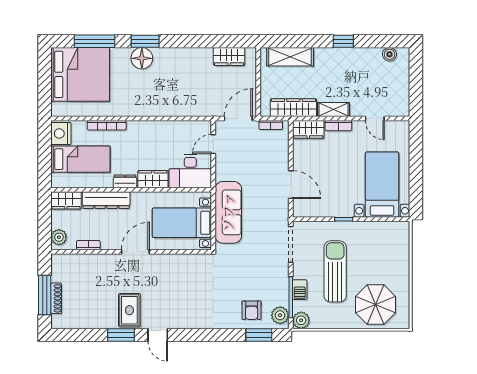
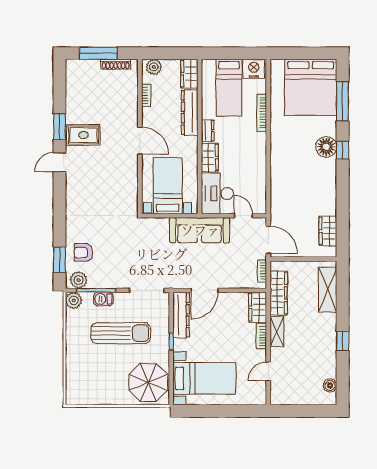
window: (145, 41) -> (343, 150), width x0.67
dresser: (316, 209) -> (181, 315), added
sofa: (228, 212) -> (200, 230), moved
shoe rack: (56, 298) -> (116, 64), moved
parasol: (375, 305) -> (148, 382), moved

